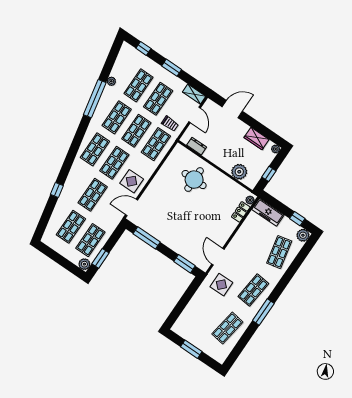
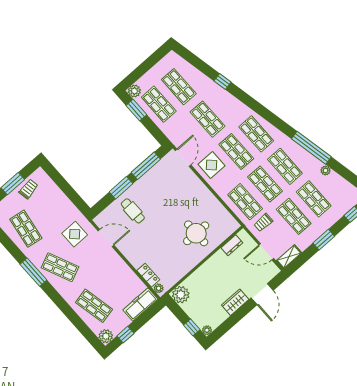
wardrobe: (257, 138) -> (235, 302), moved
plant: (239, 172) -> (181, 295), moved
window: (269, 174) -> (192, 327), moved
cafe table: (189, 239) -> (133, 211), added
window: (185, 264) -> (121, 188), moved
shop shelf: (253, 290) -> (60, 267), turned -30
trolley: (192, 334) -> (28, 189), added

